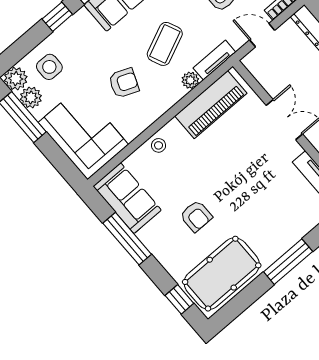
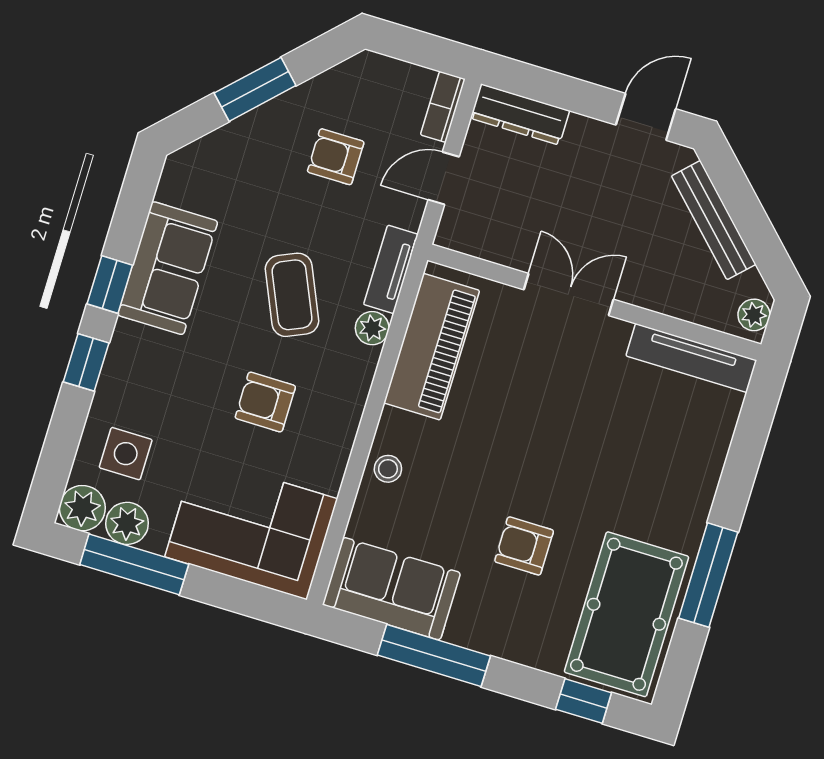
armchair: (124, 83) -> (265, 402), turned -112
armchair: (196, 216) -> (524, 546), turned 180
window: (288, 262) -> (708, 575), moved

